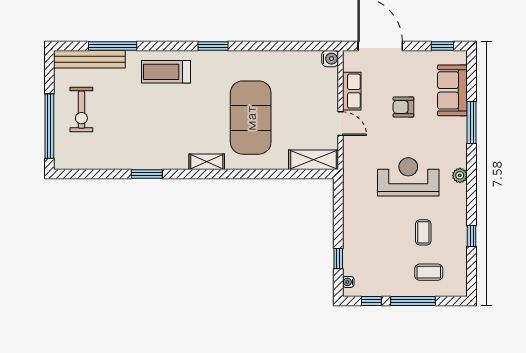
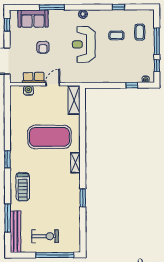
water cooler: (330, 59) -> (28, 90), moved

